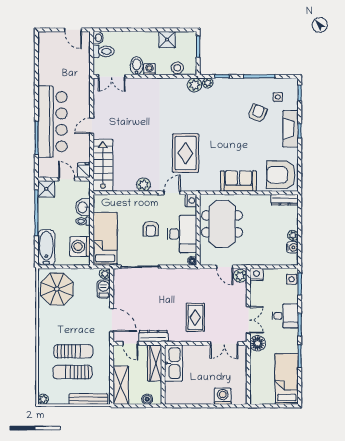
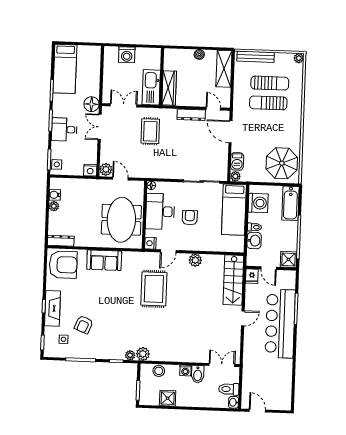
wardrobe: (155, 363) -> (169, 88), moved
kitchen sink: (173, 363) -> (151, 87), moved
wall: (163, 375) -> (162, 77), moved

